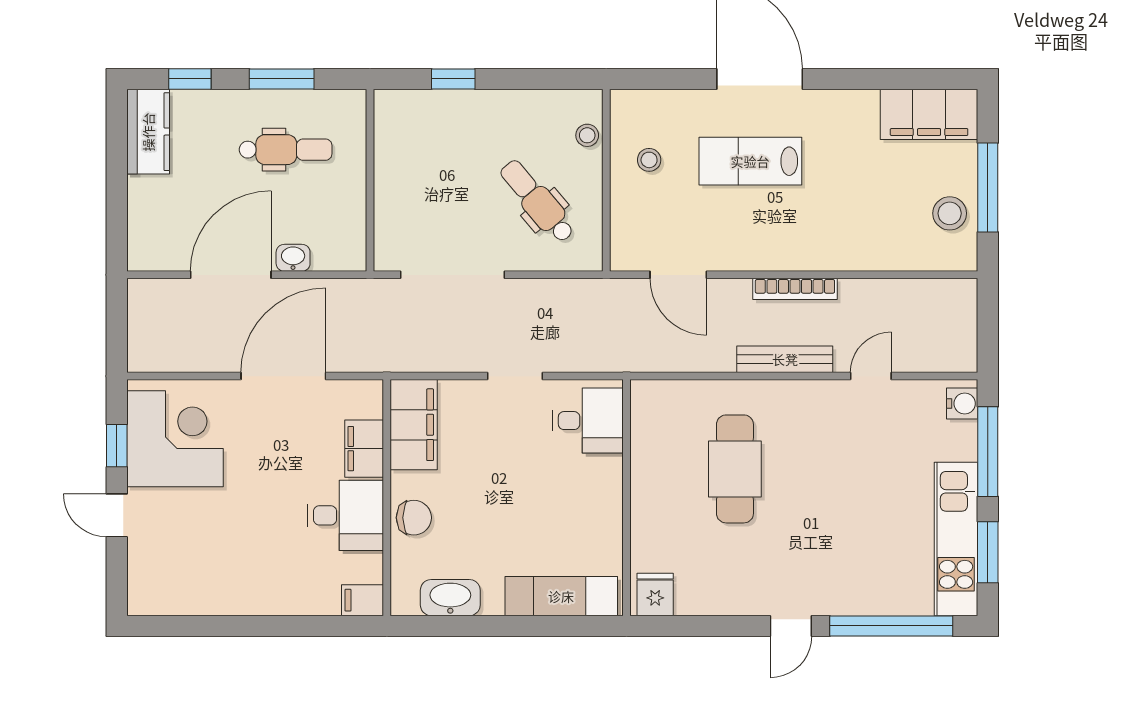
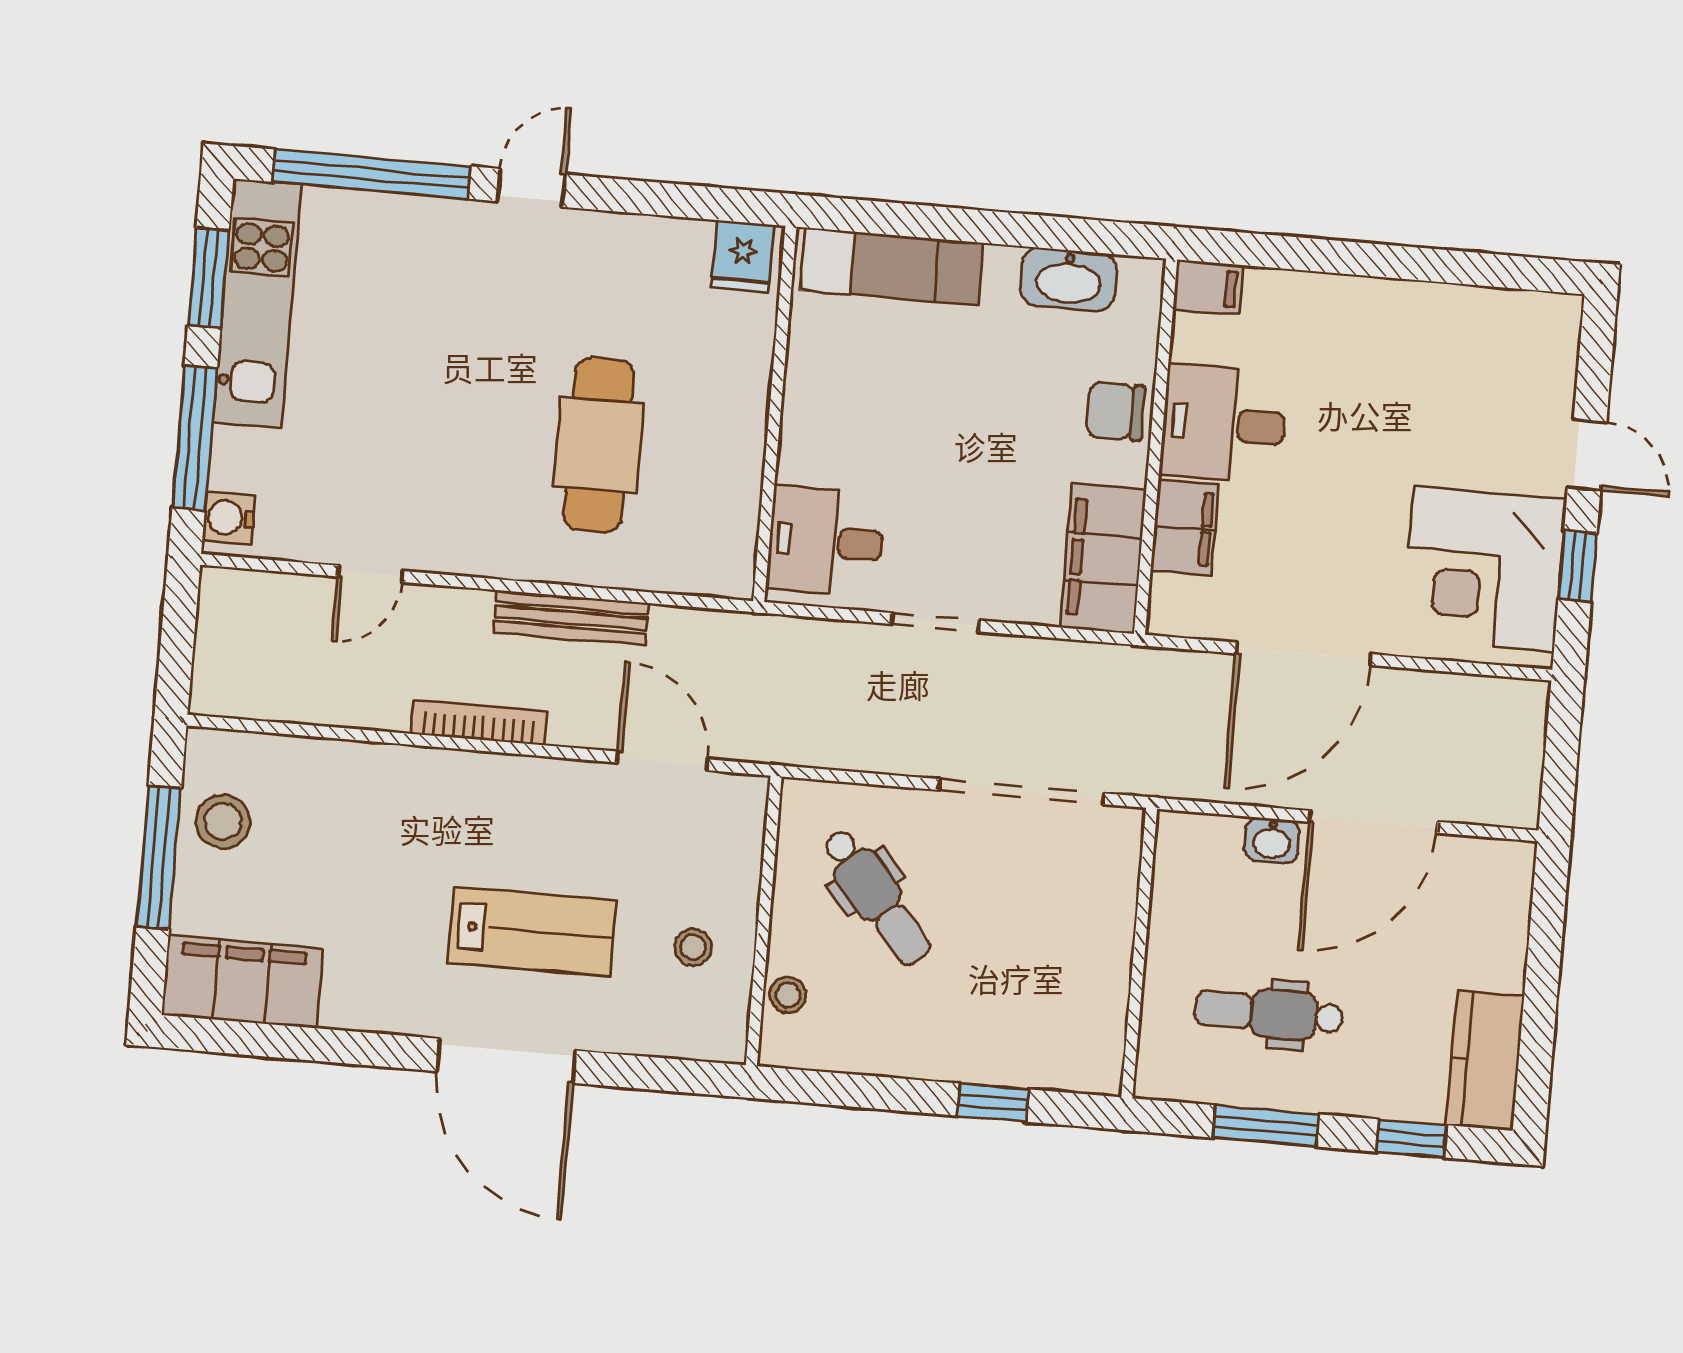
bench: (785, 359) -> (571, 618), moved

